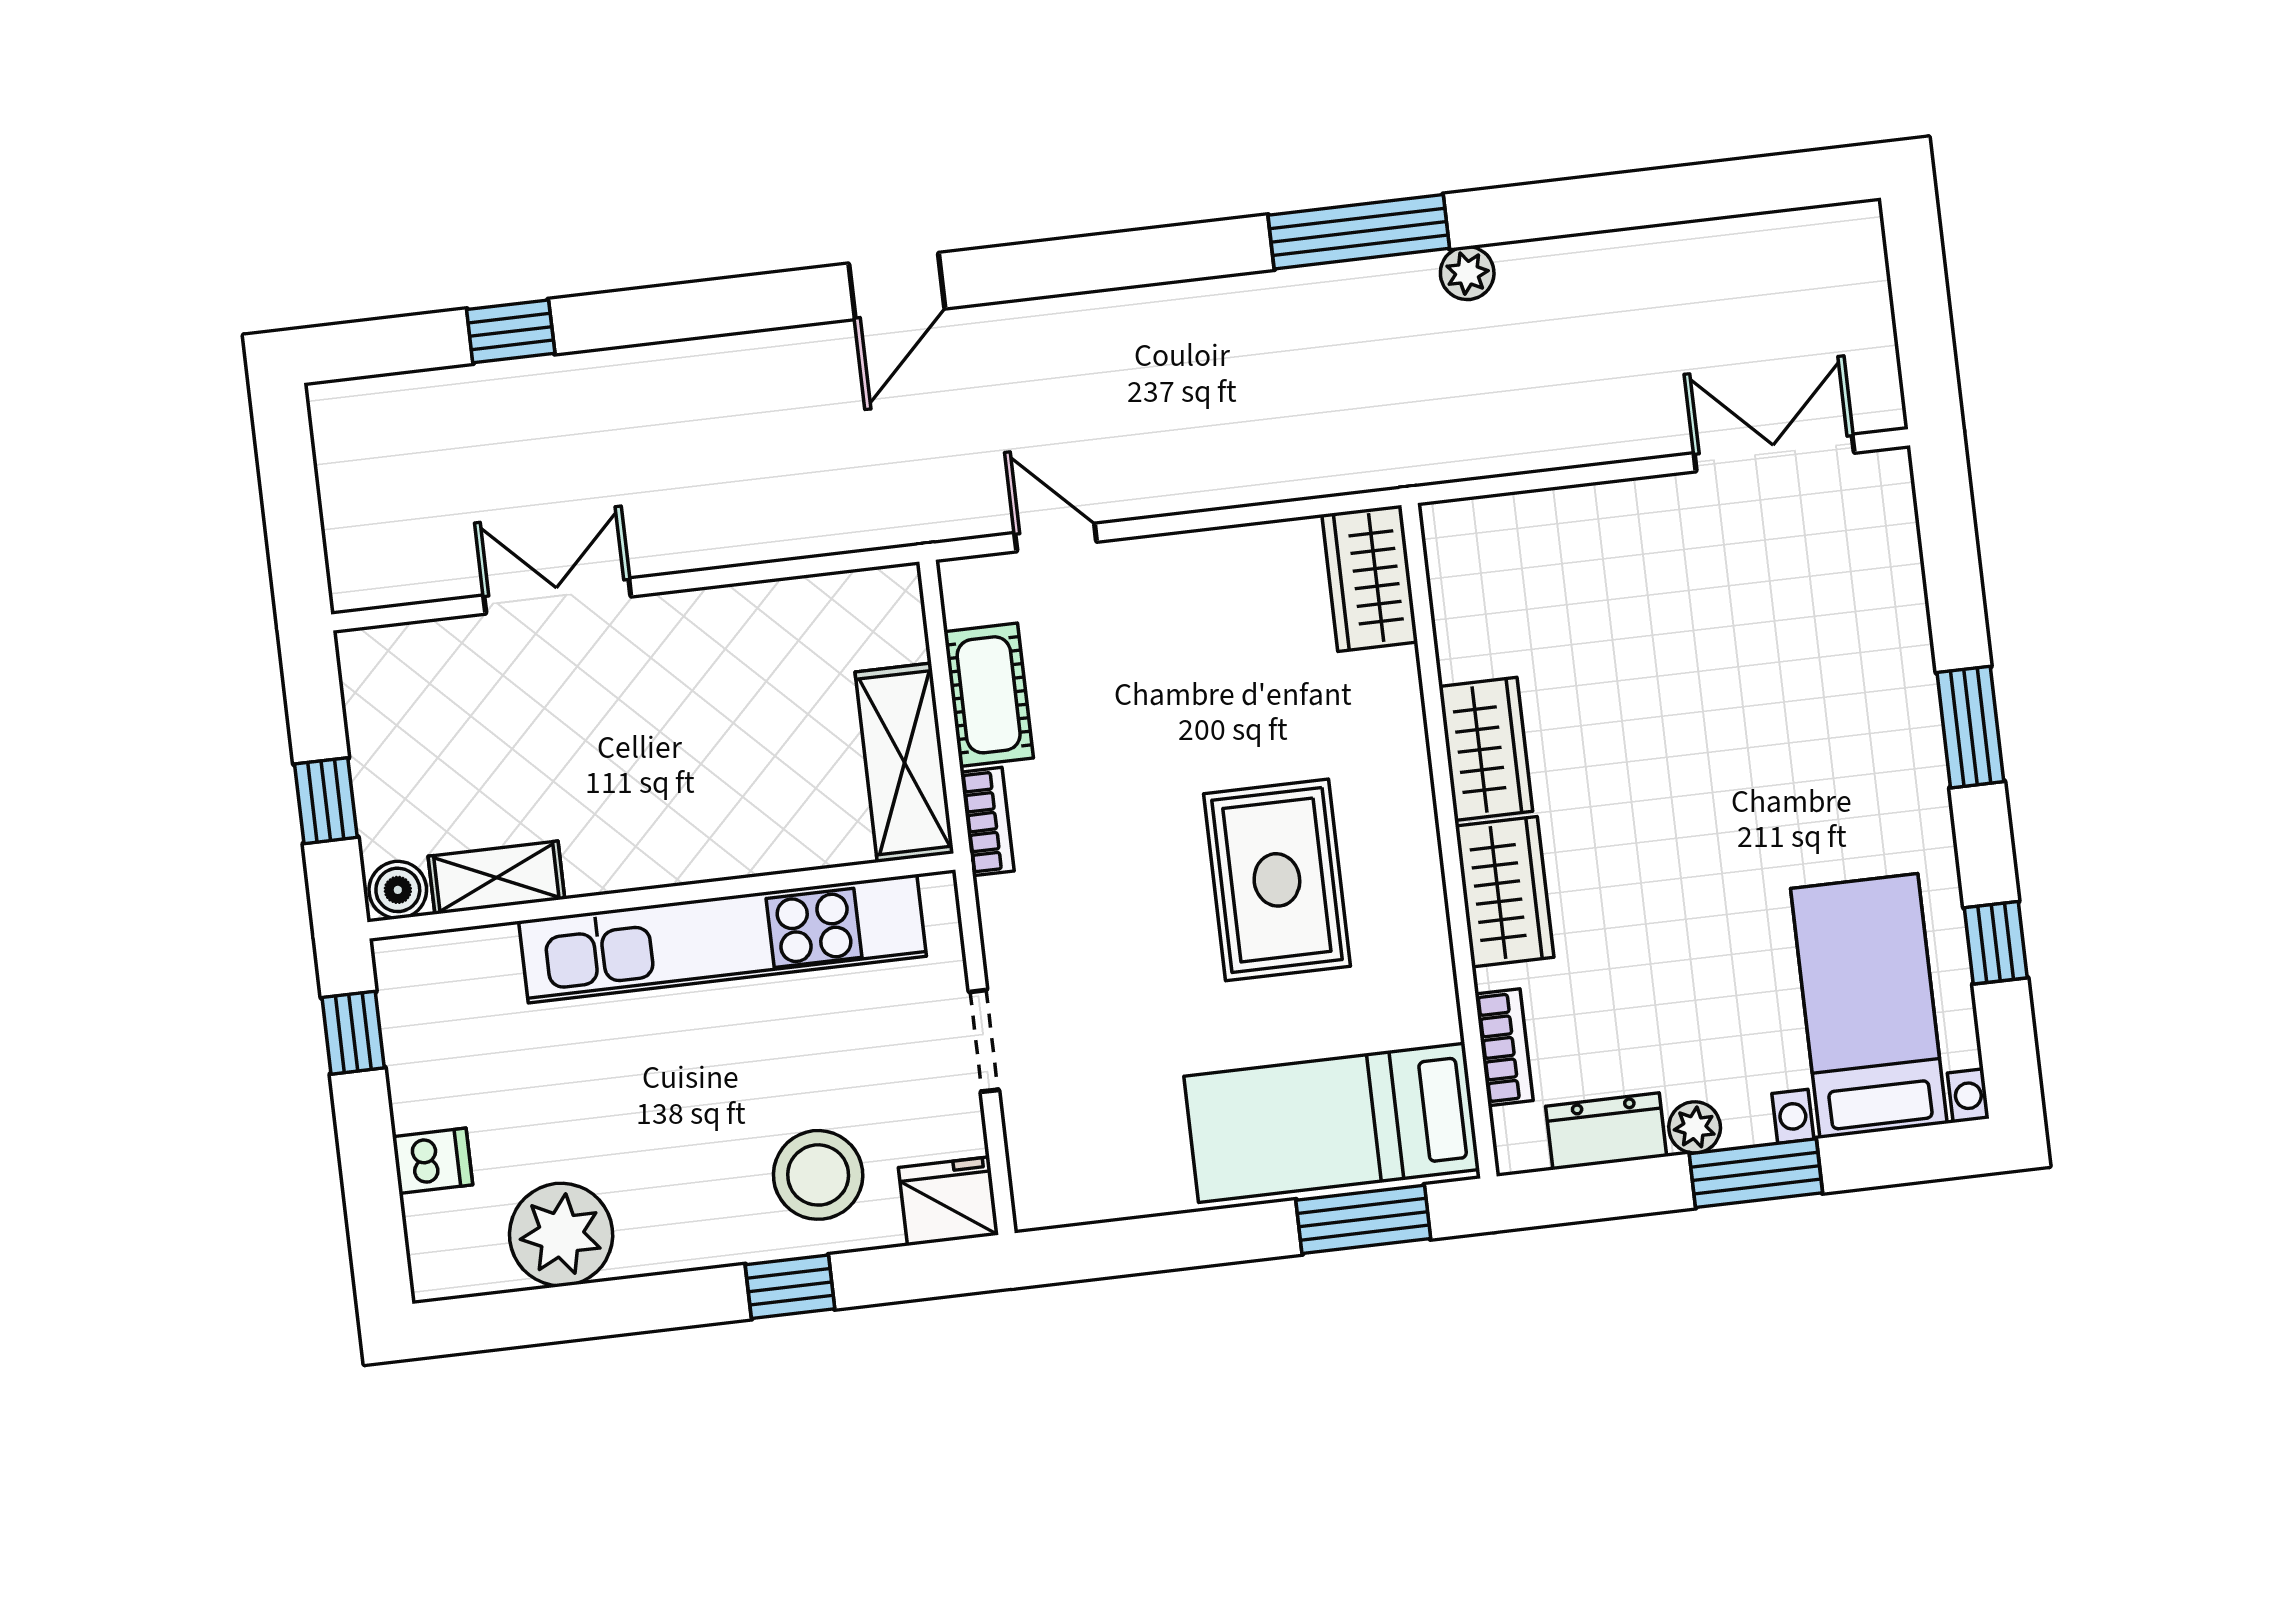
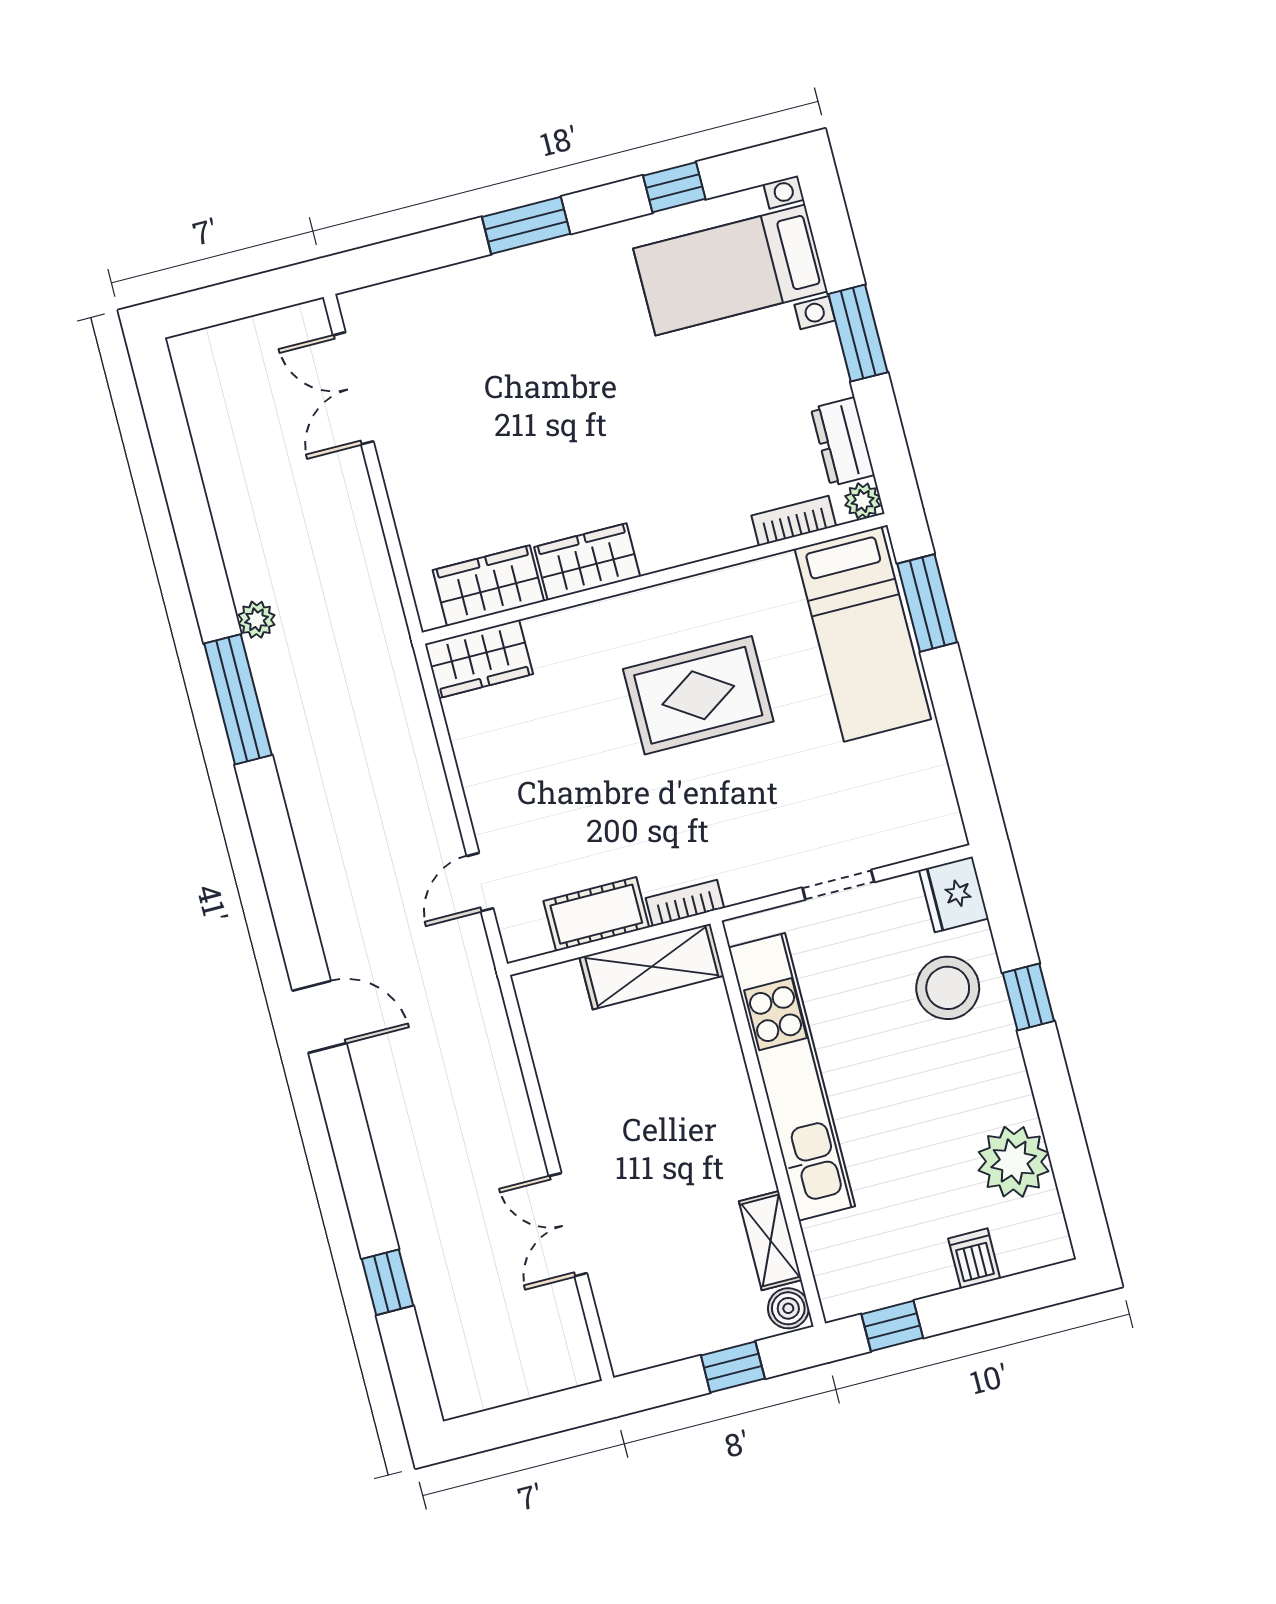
wardrobe: (1505, 892) -> (488, 586), moved
plant: (1695, 1127) -> (863, 501), moved

